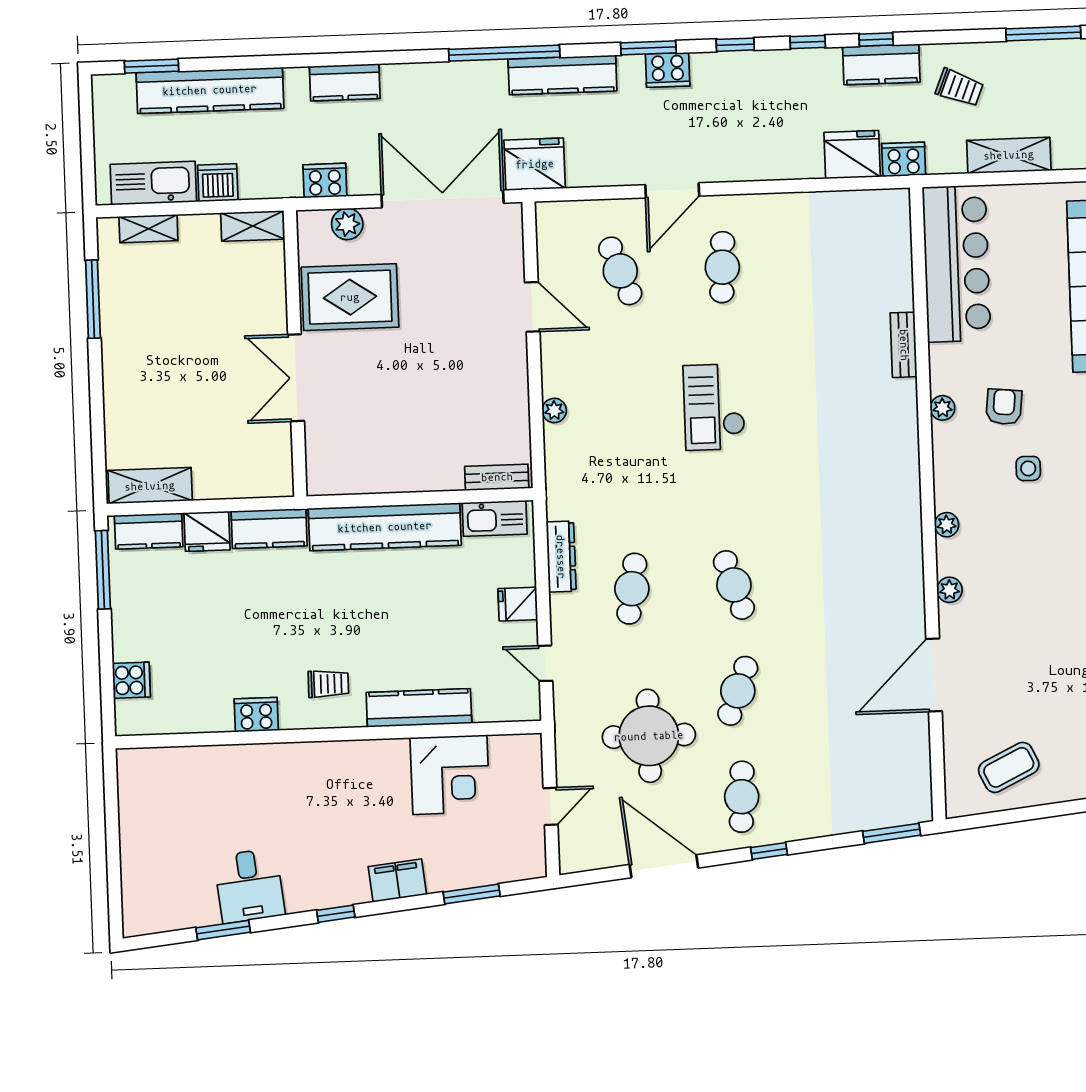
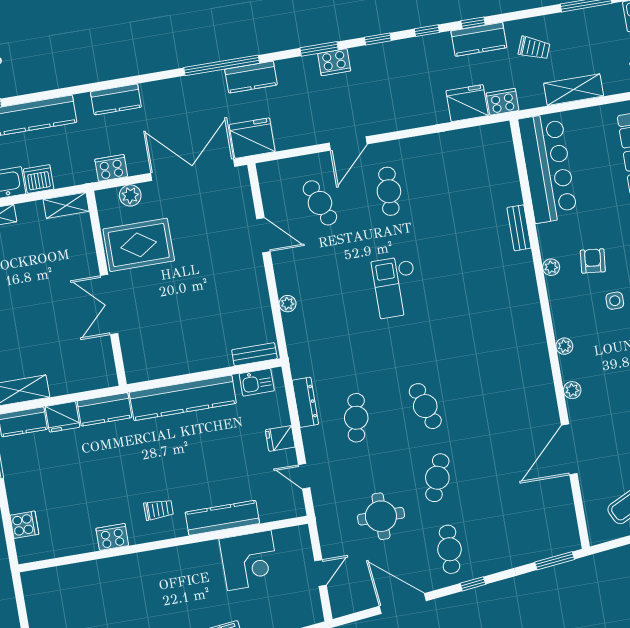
kitchen counter: (562, 75) -> (251, 77), width x0.67
kitchen sink: (495, 518) -> (257, 382), width x0.73
round table: (649, 736) -> (381, 516), width x0.73, depth x0.73

